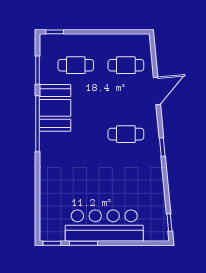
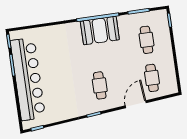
door: (157, 91) -> (136, 104), swing flipped
booth: (55, 108) -> (100, 30), moved
bar counter: (104, 226) -> (28, 79), width x1.36

